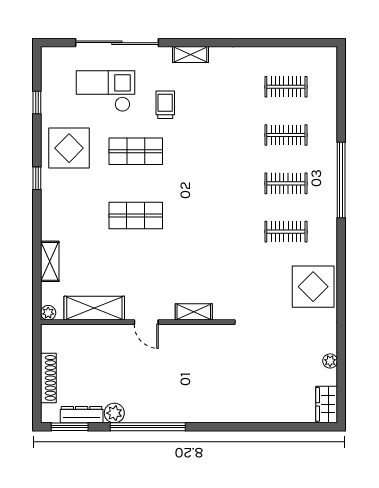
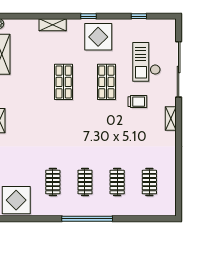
checkout: (105, 91) -> (146, 62), turned 180
display table: (69, 148) -> (98, 37), moved
shelving: (50, 261) -> (53, 25), moved

